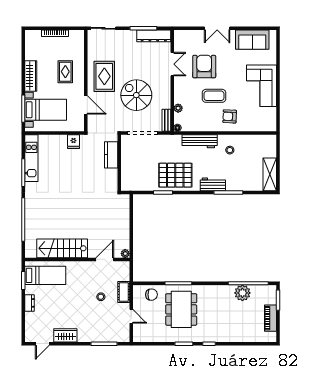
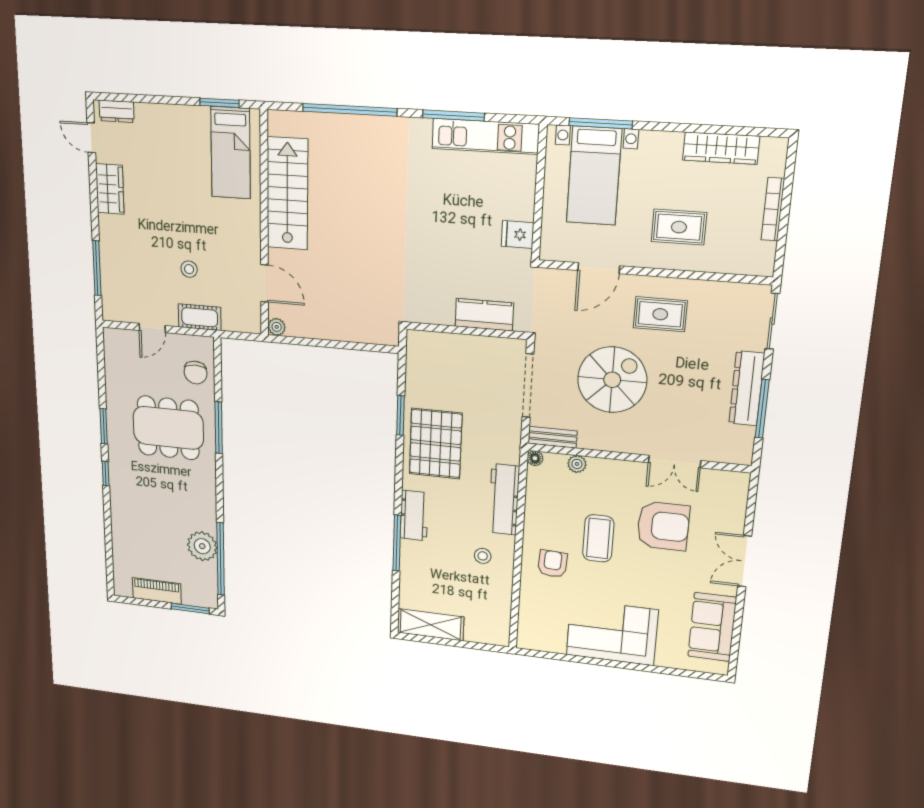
dresser: (154, 36) -> (747, 388), moved
wardrobe: (31, 76) -> (721, 148), moved
rug: (104, 76) -> (660, 314), width x0.73, depth x0.70
dresser: (29, 303) -> (117, 111), moved

